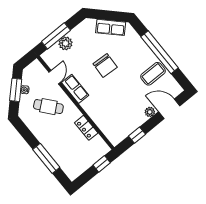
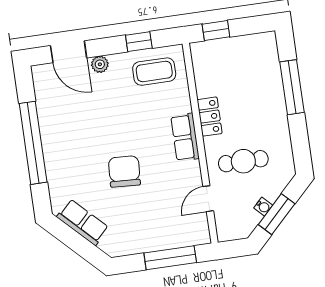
plant: (66, 43) -> (163, 239), removed
coffee table: (153, 74) -> (154, 72), moved
row of seats: (75, 89) -> (185, 137), moved
cafe table: (48, 107) -> (243, 161), turned -50
locker: (86, 128) -> (210, 117), moved

